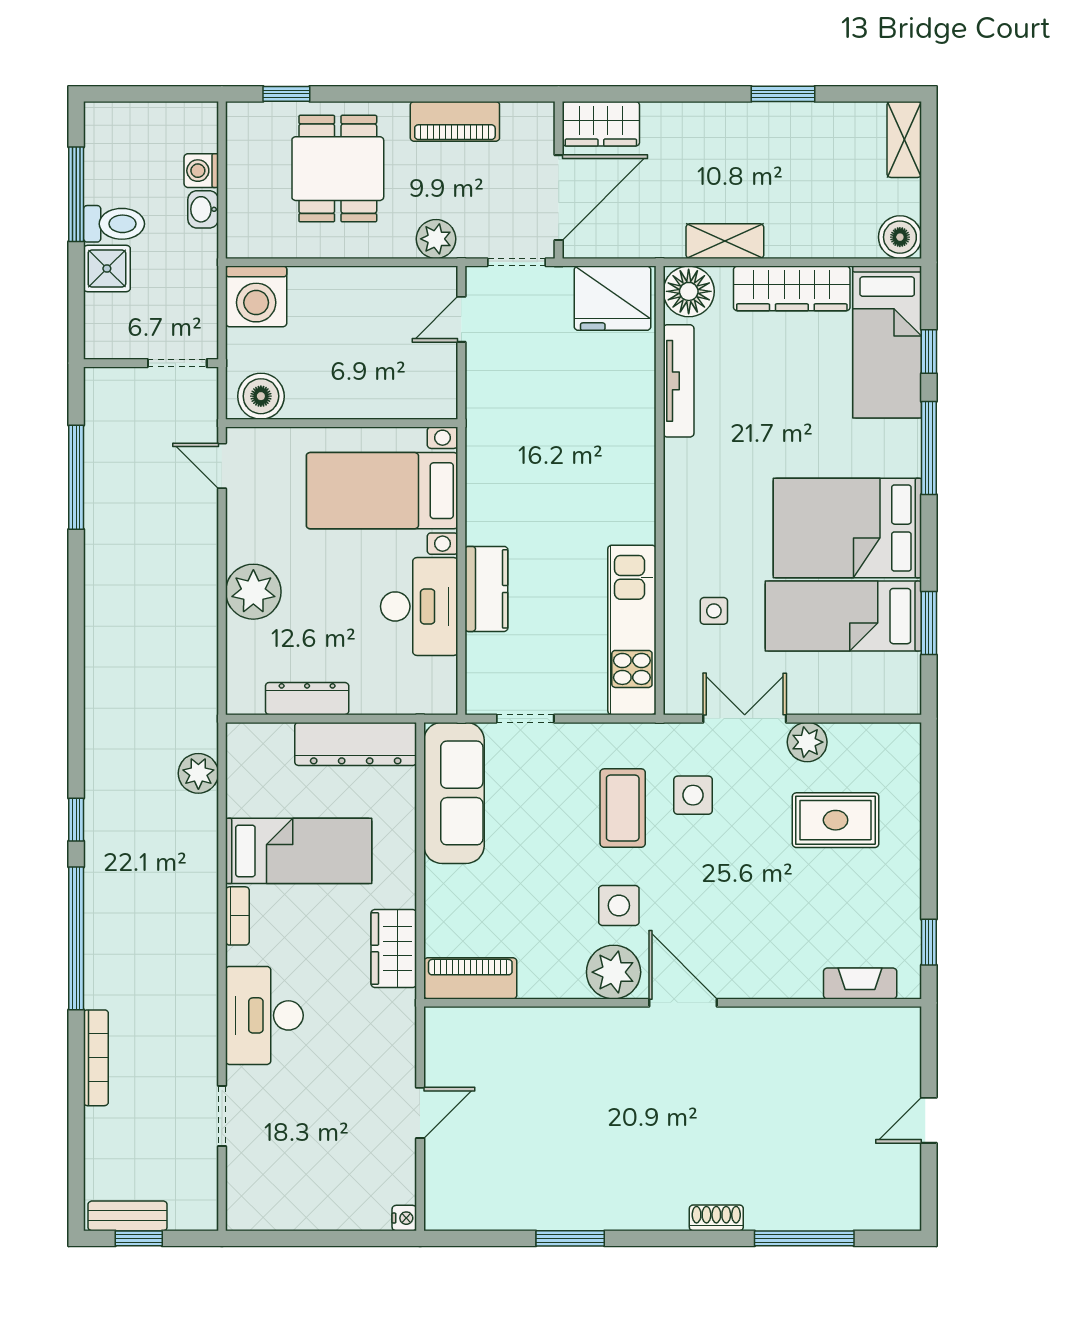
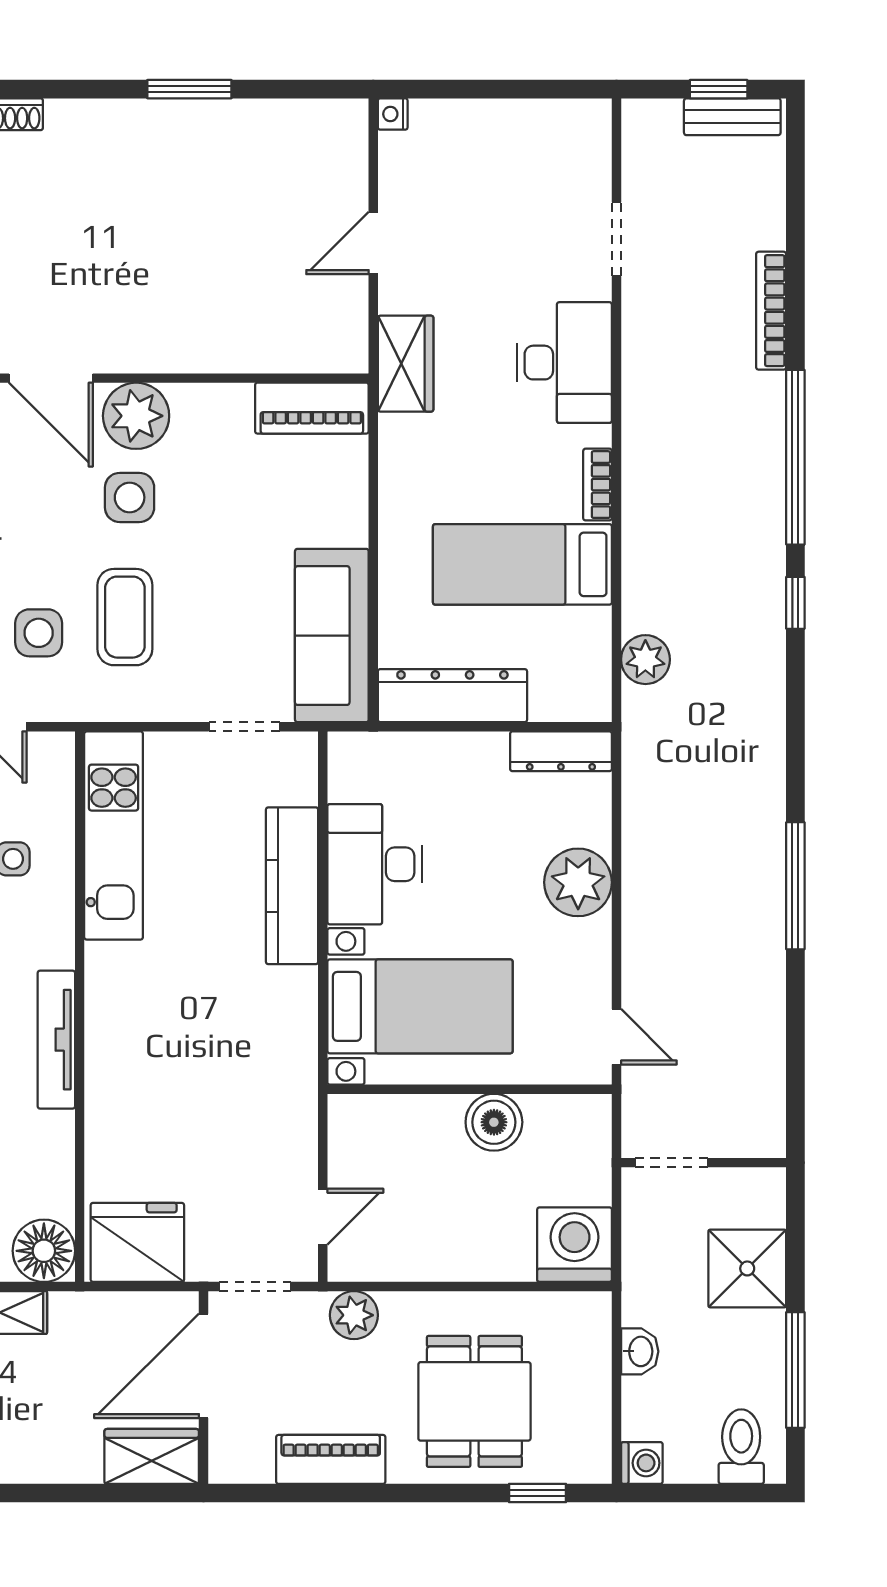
washing machine: (201, 171) -> (642, 1463), moved
toilet: (114, 224) -> (741, 1447), moved, turned 90
shower: (107, 268) -> (747, 1268), width x1.36, depth x1.36
tv unit: (679, 381) -> (56, 1040), moved
boiler: (261, 396) -> (494, 1122), moved
window: (76, 477) -> (795, 886), moved
kitchen counter: (486, 589) -> (292, 886), width x1.50
dresser: (307, 699) -> (561, 751), moved
wardrobe: (394, 948) -> (406, 364), moved

